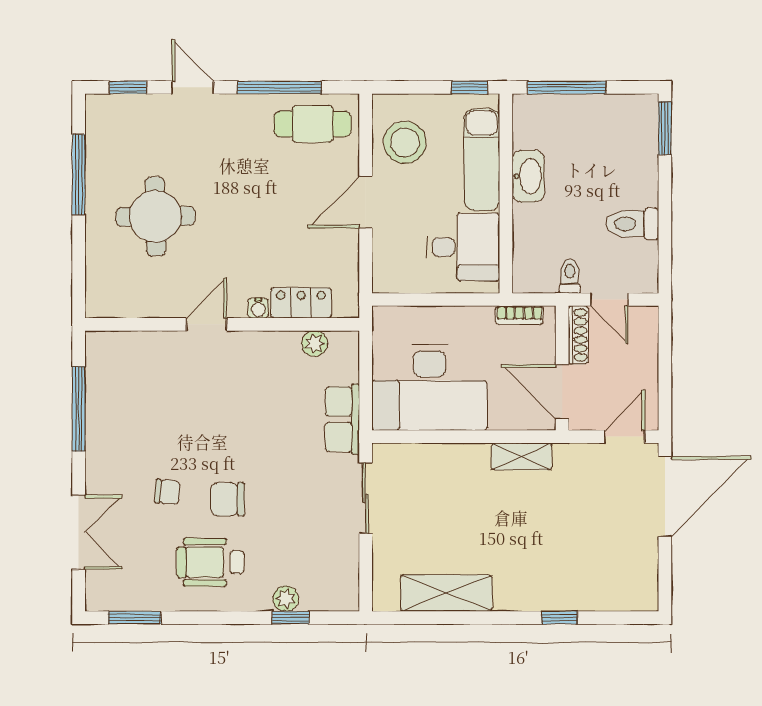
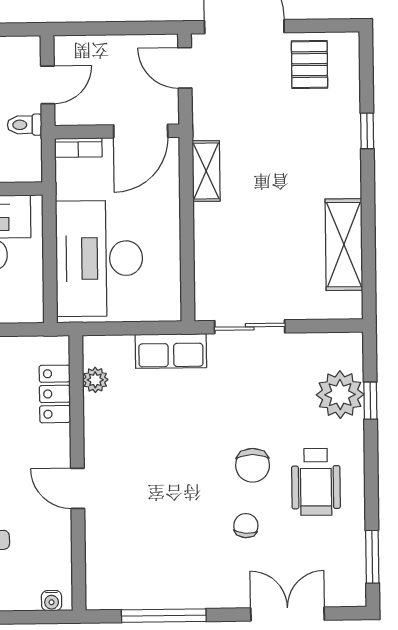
water cooler: (258, 308) -> (52, 601), moved, turned 90
bookcase: (519, 315) -> (78, 148), moved, turned 90
shoe rack: (578, 335) -> (84, 116), removed
desk: (429, 387) -> (99, 258), moved, turned 180
pallet: (626, 561) -> (310, 65), added
plant: (286, 599) -> (340, 395), width x1.88, depth x1.88

